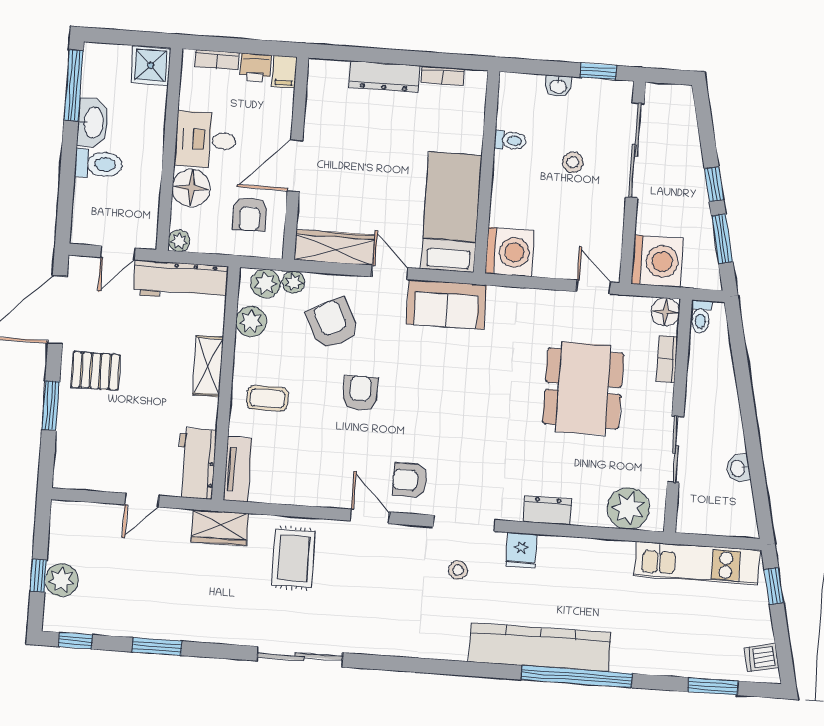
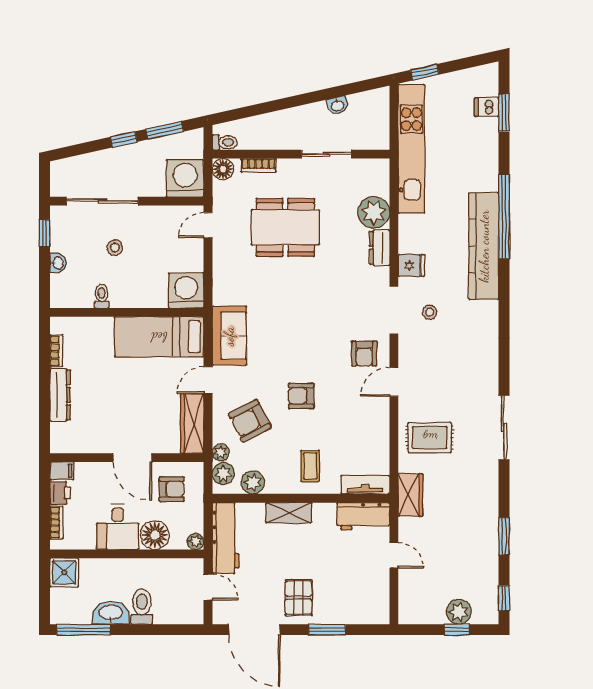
plant: (628, 508) -> (374, 212), moved
kitchen unit: (697, 563) -> (411, 149), width x1.36
dishwasher: (762, 658) -> (487, 107), moved, turned 103

